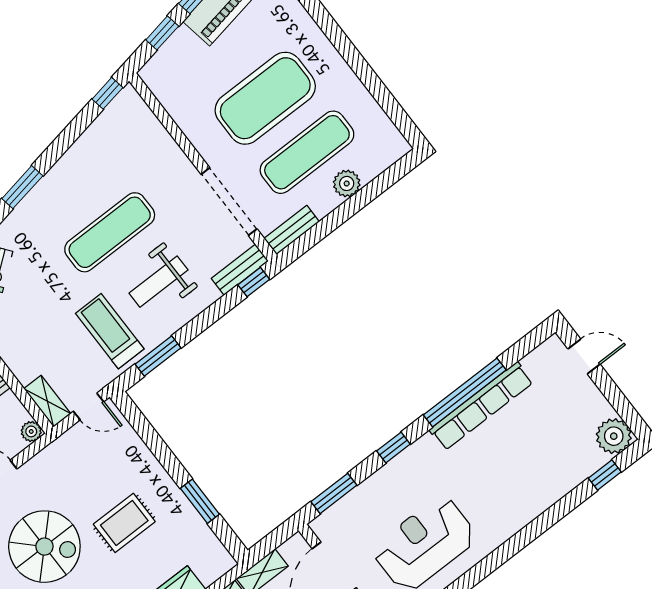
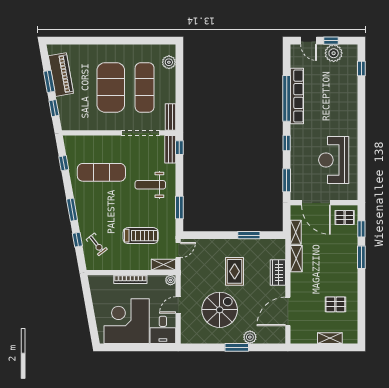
window: (107, 93) -> (64, 163), moved
plant: (347, 183) -> (169, 62), moved
exercise mat: (110, 232) -> (101, 172), moved, turned 90
weight bench: (158, 282) -> (150, 185), turned 90
treadmill: (110, 331) -> (141, 236), moved, turned 180
door: (584, 356) -> (309, 41), swing flipped
window: (612, 392) -> (331, 41), added
plant: (614, 436) -> (334, 53), moved

